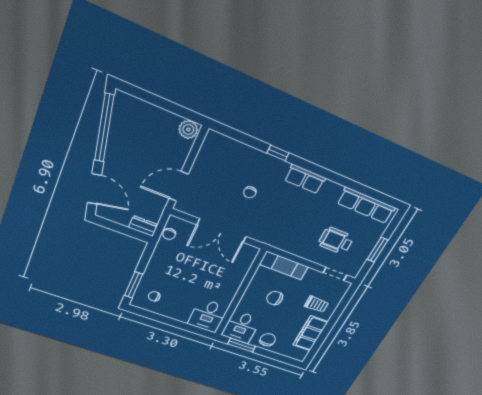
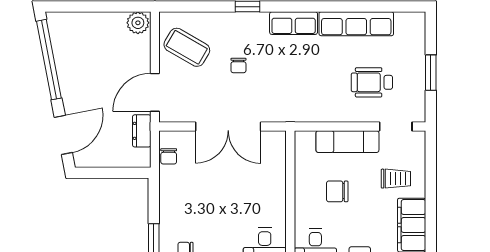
coffee table: (218, 164) -> (187, 47), added
door: (94, 189) -> (63, 135), hinge flipped
row of seats: (366, 205) -> (356, 24), moved
dresser: (143, 226) -> (142, 131), moved, turned -90
exam couch: (284, 266) -> (347, 142), moved

